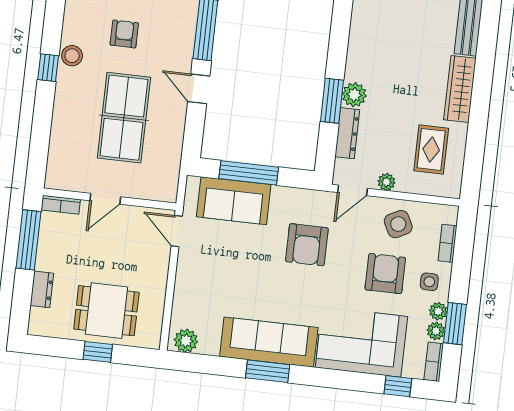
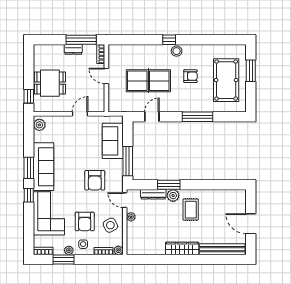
door: (199, 89) -> (152, 117), moved
rug: (431, 149) -> (191, 210), moved, turned 90
window: (249, 173) -> (128, 161), moved
door: (177, 231) -> (80, 114), moved
armchair: (307, 245) -> (95, 180), turned -90
armchair: (385, 274) -> (85, 221), turned 90
dresser: (42, 289) -> (73, 49), moved
dining table: (106, 311) -> (50, 83), turned 90
plant: (436, 331) -> (118, 250), moved
window: (98, 352) -> (29, 96), moved
window: (398, 386) -> (29, 195), moved

